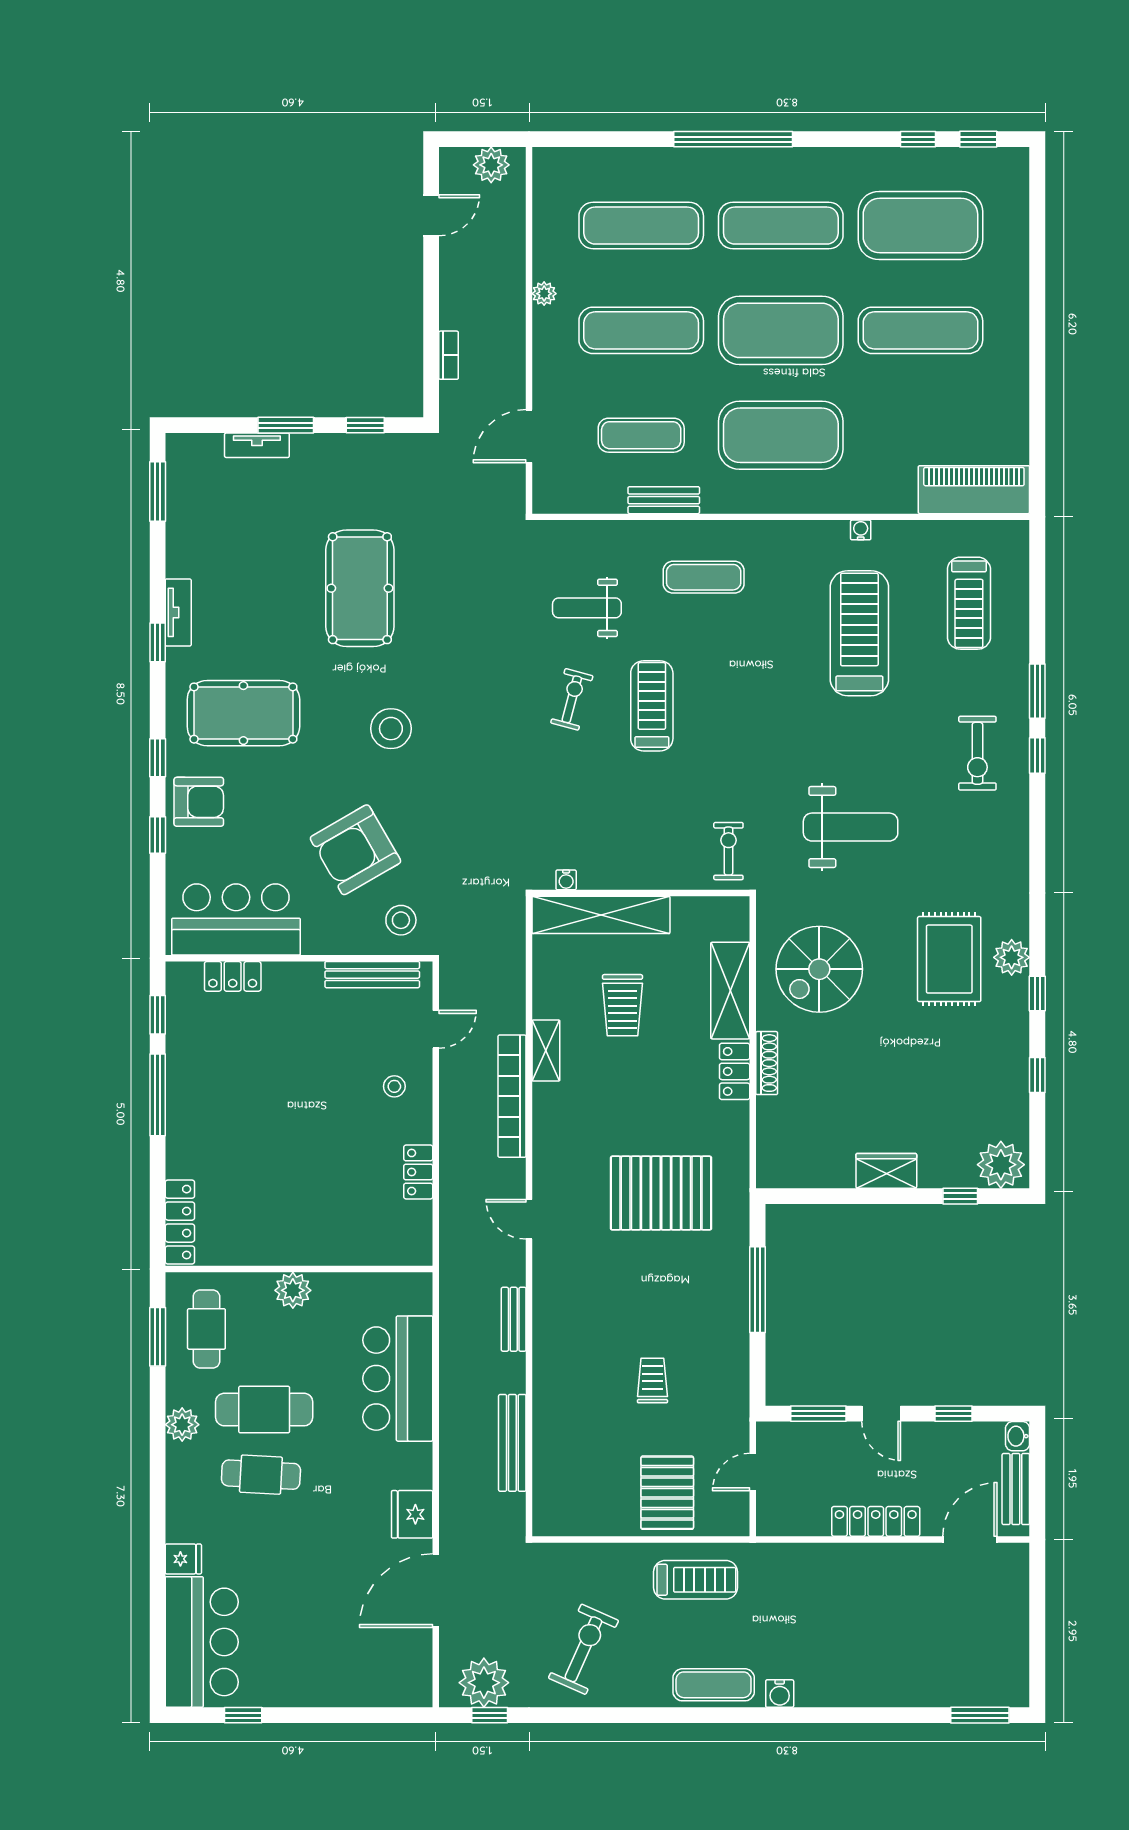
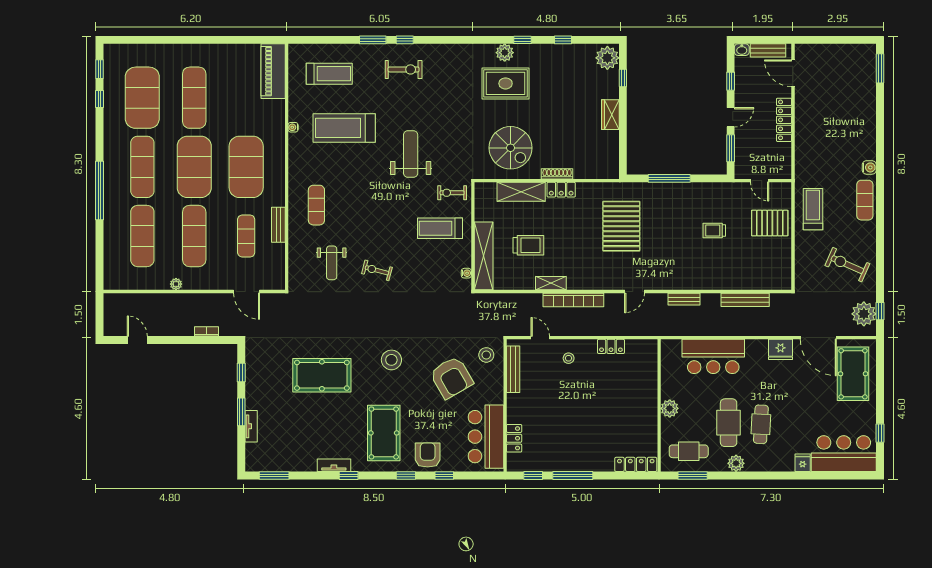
plant: (491, 165) -> (112, 310), removed
treadmill: (652, 706) -> (440, 228), moved
weight bench: (851, 827) -> (411, 154), moved
pool table: (363, 1661) -> (853, 374), added

